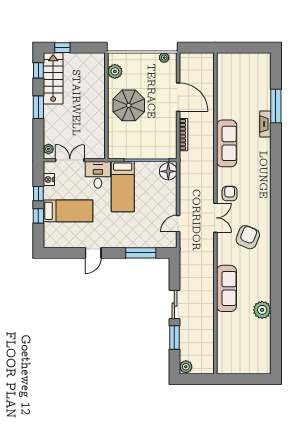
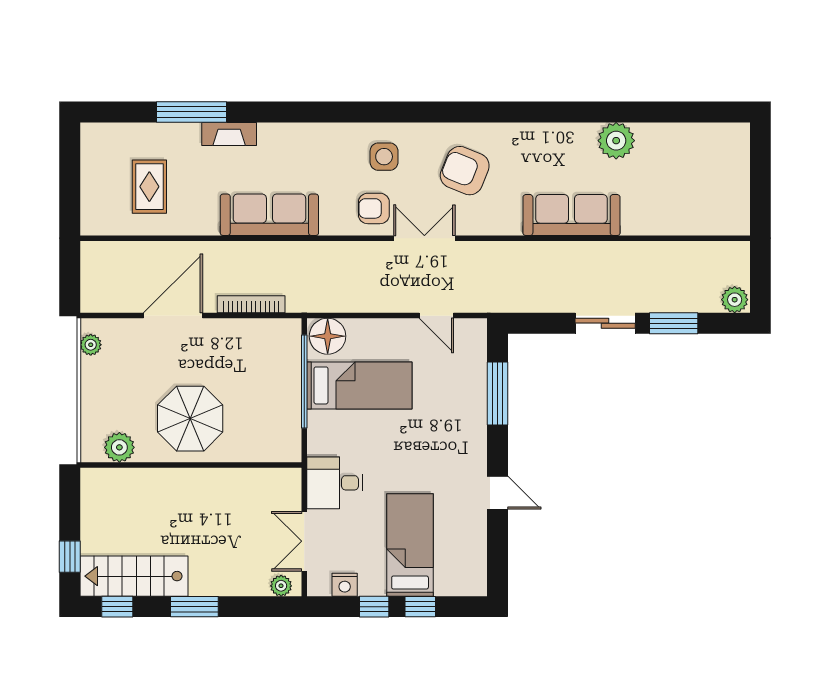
rug: (240, 86) -> (149, 187), added
bed: (123, 187) -> (359, 385), moved
side table: (254, 198) -> (384, 157), added

